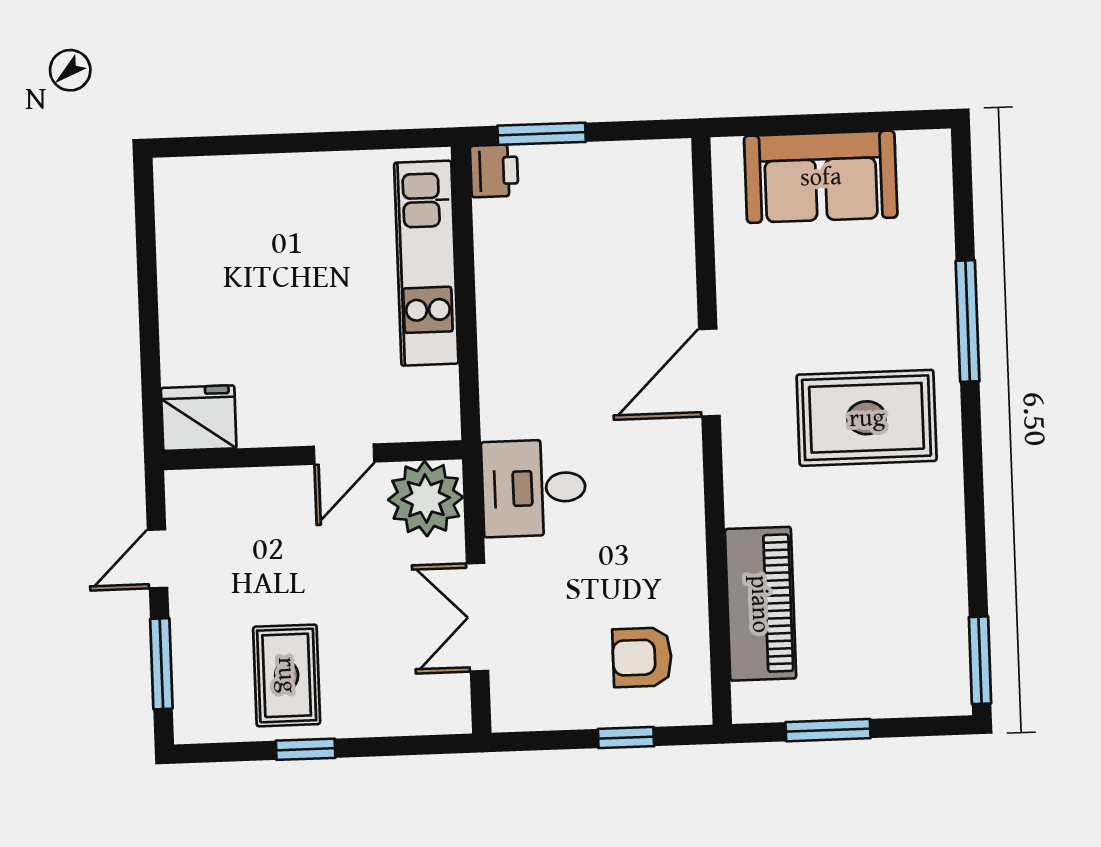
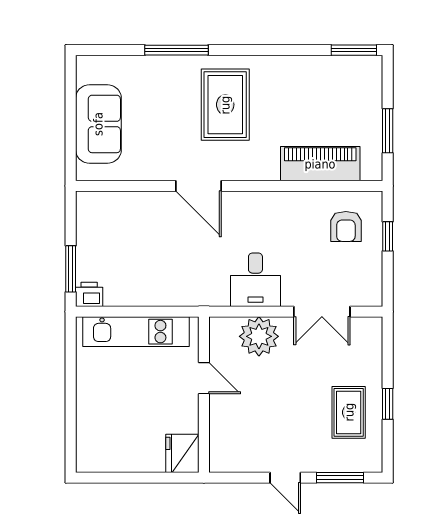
fridge: (199, 418) -> (182, 453), moved
door: (344, 454) -> (204, 378), moved
wall: (313, 455) -> (204, 395), moved
rug: (287, 675) -> (349, 412), turned 90

